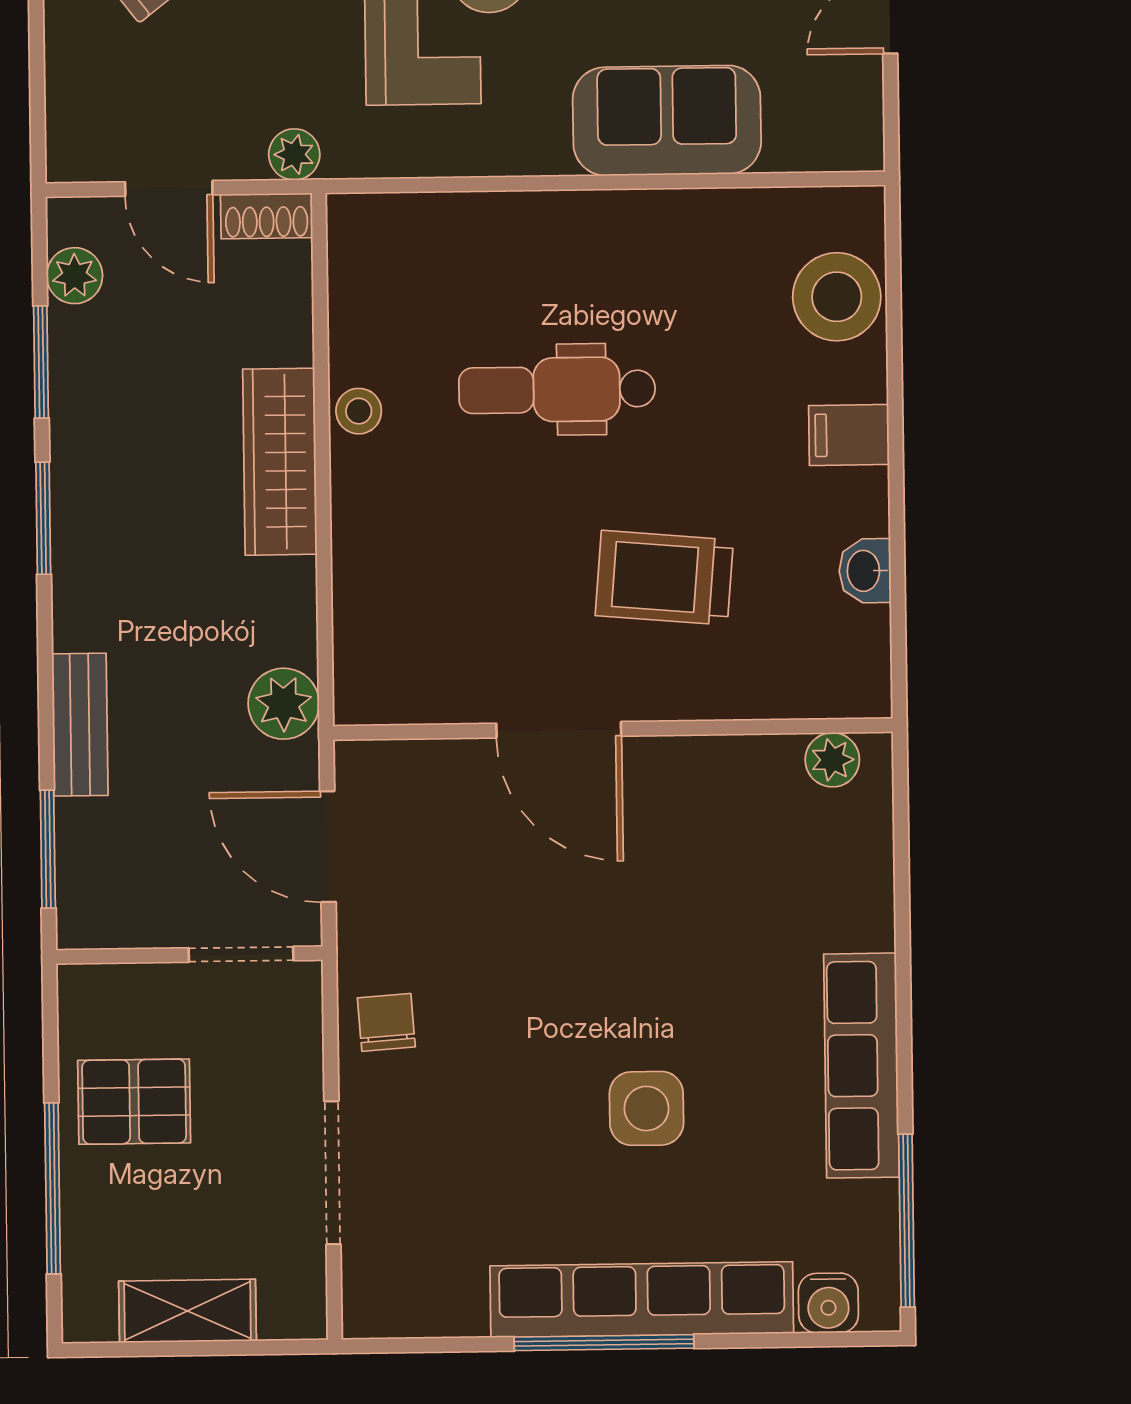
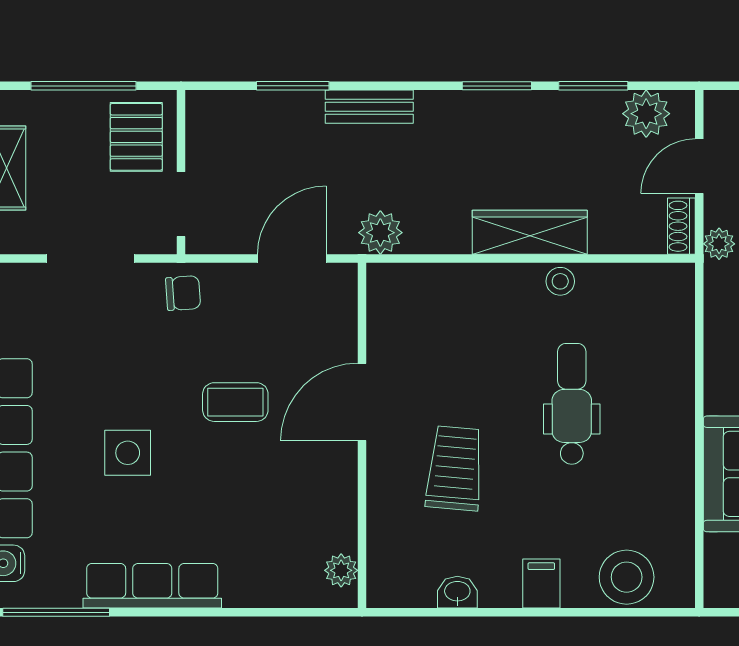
plant: (75, 276) -> (646, 114), width x1.38, depth x1.38
coffee table: (562, 935) -> (235, 402), added
doorway: (241, 954) -> (181, 204), moved
wall: (189, 955) -> (181, 172), moved

